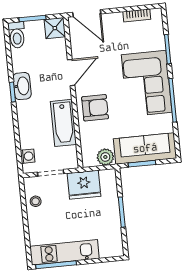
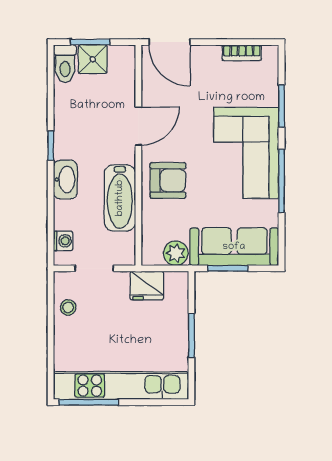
shower: (55, 28) -> (93, 59), moved
washbasin: (22, 86) -> (65, 180), moved
fridge: (84, 185) -> (147, 286), width x0.73, depth x0.75
kitchen unit: (65, 252) -> (121, 386), width x1.36

